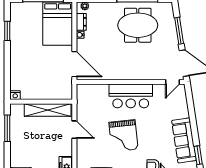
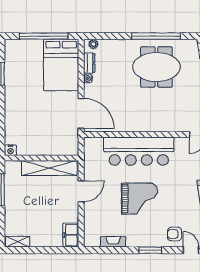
bar counter: (131, 96) -> (139, 151), width x1.36
door: (74, 130) -> (81, 191), hinge flipped
grand piano: (123, 136) -> (139, 199), turned -84

